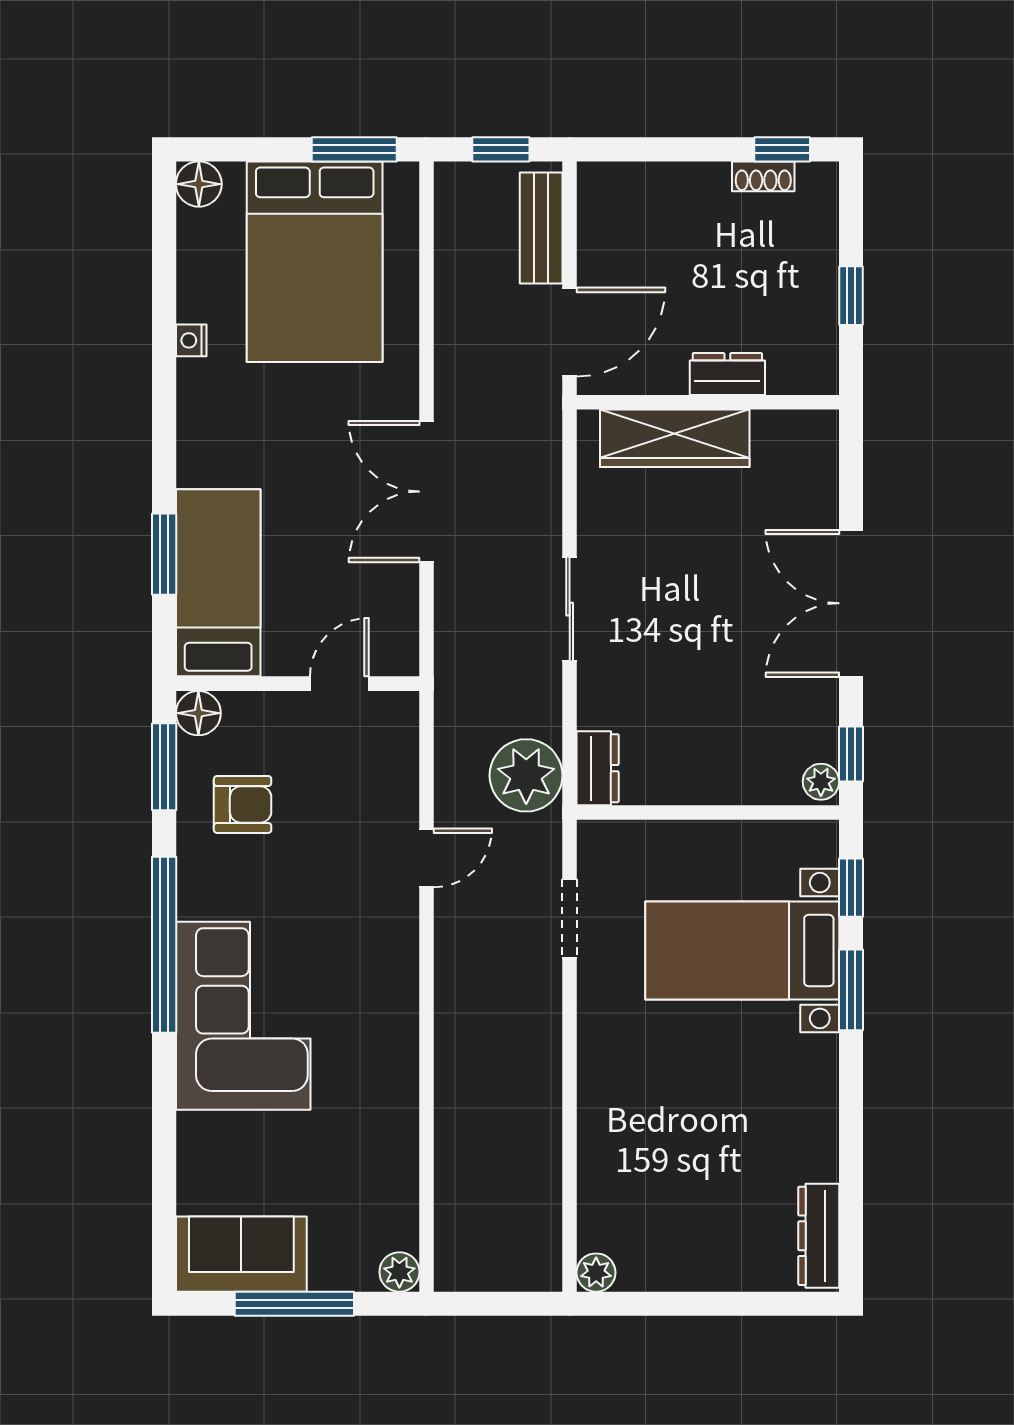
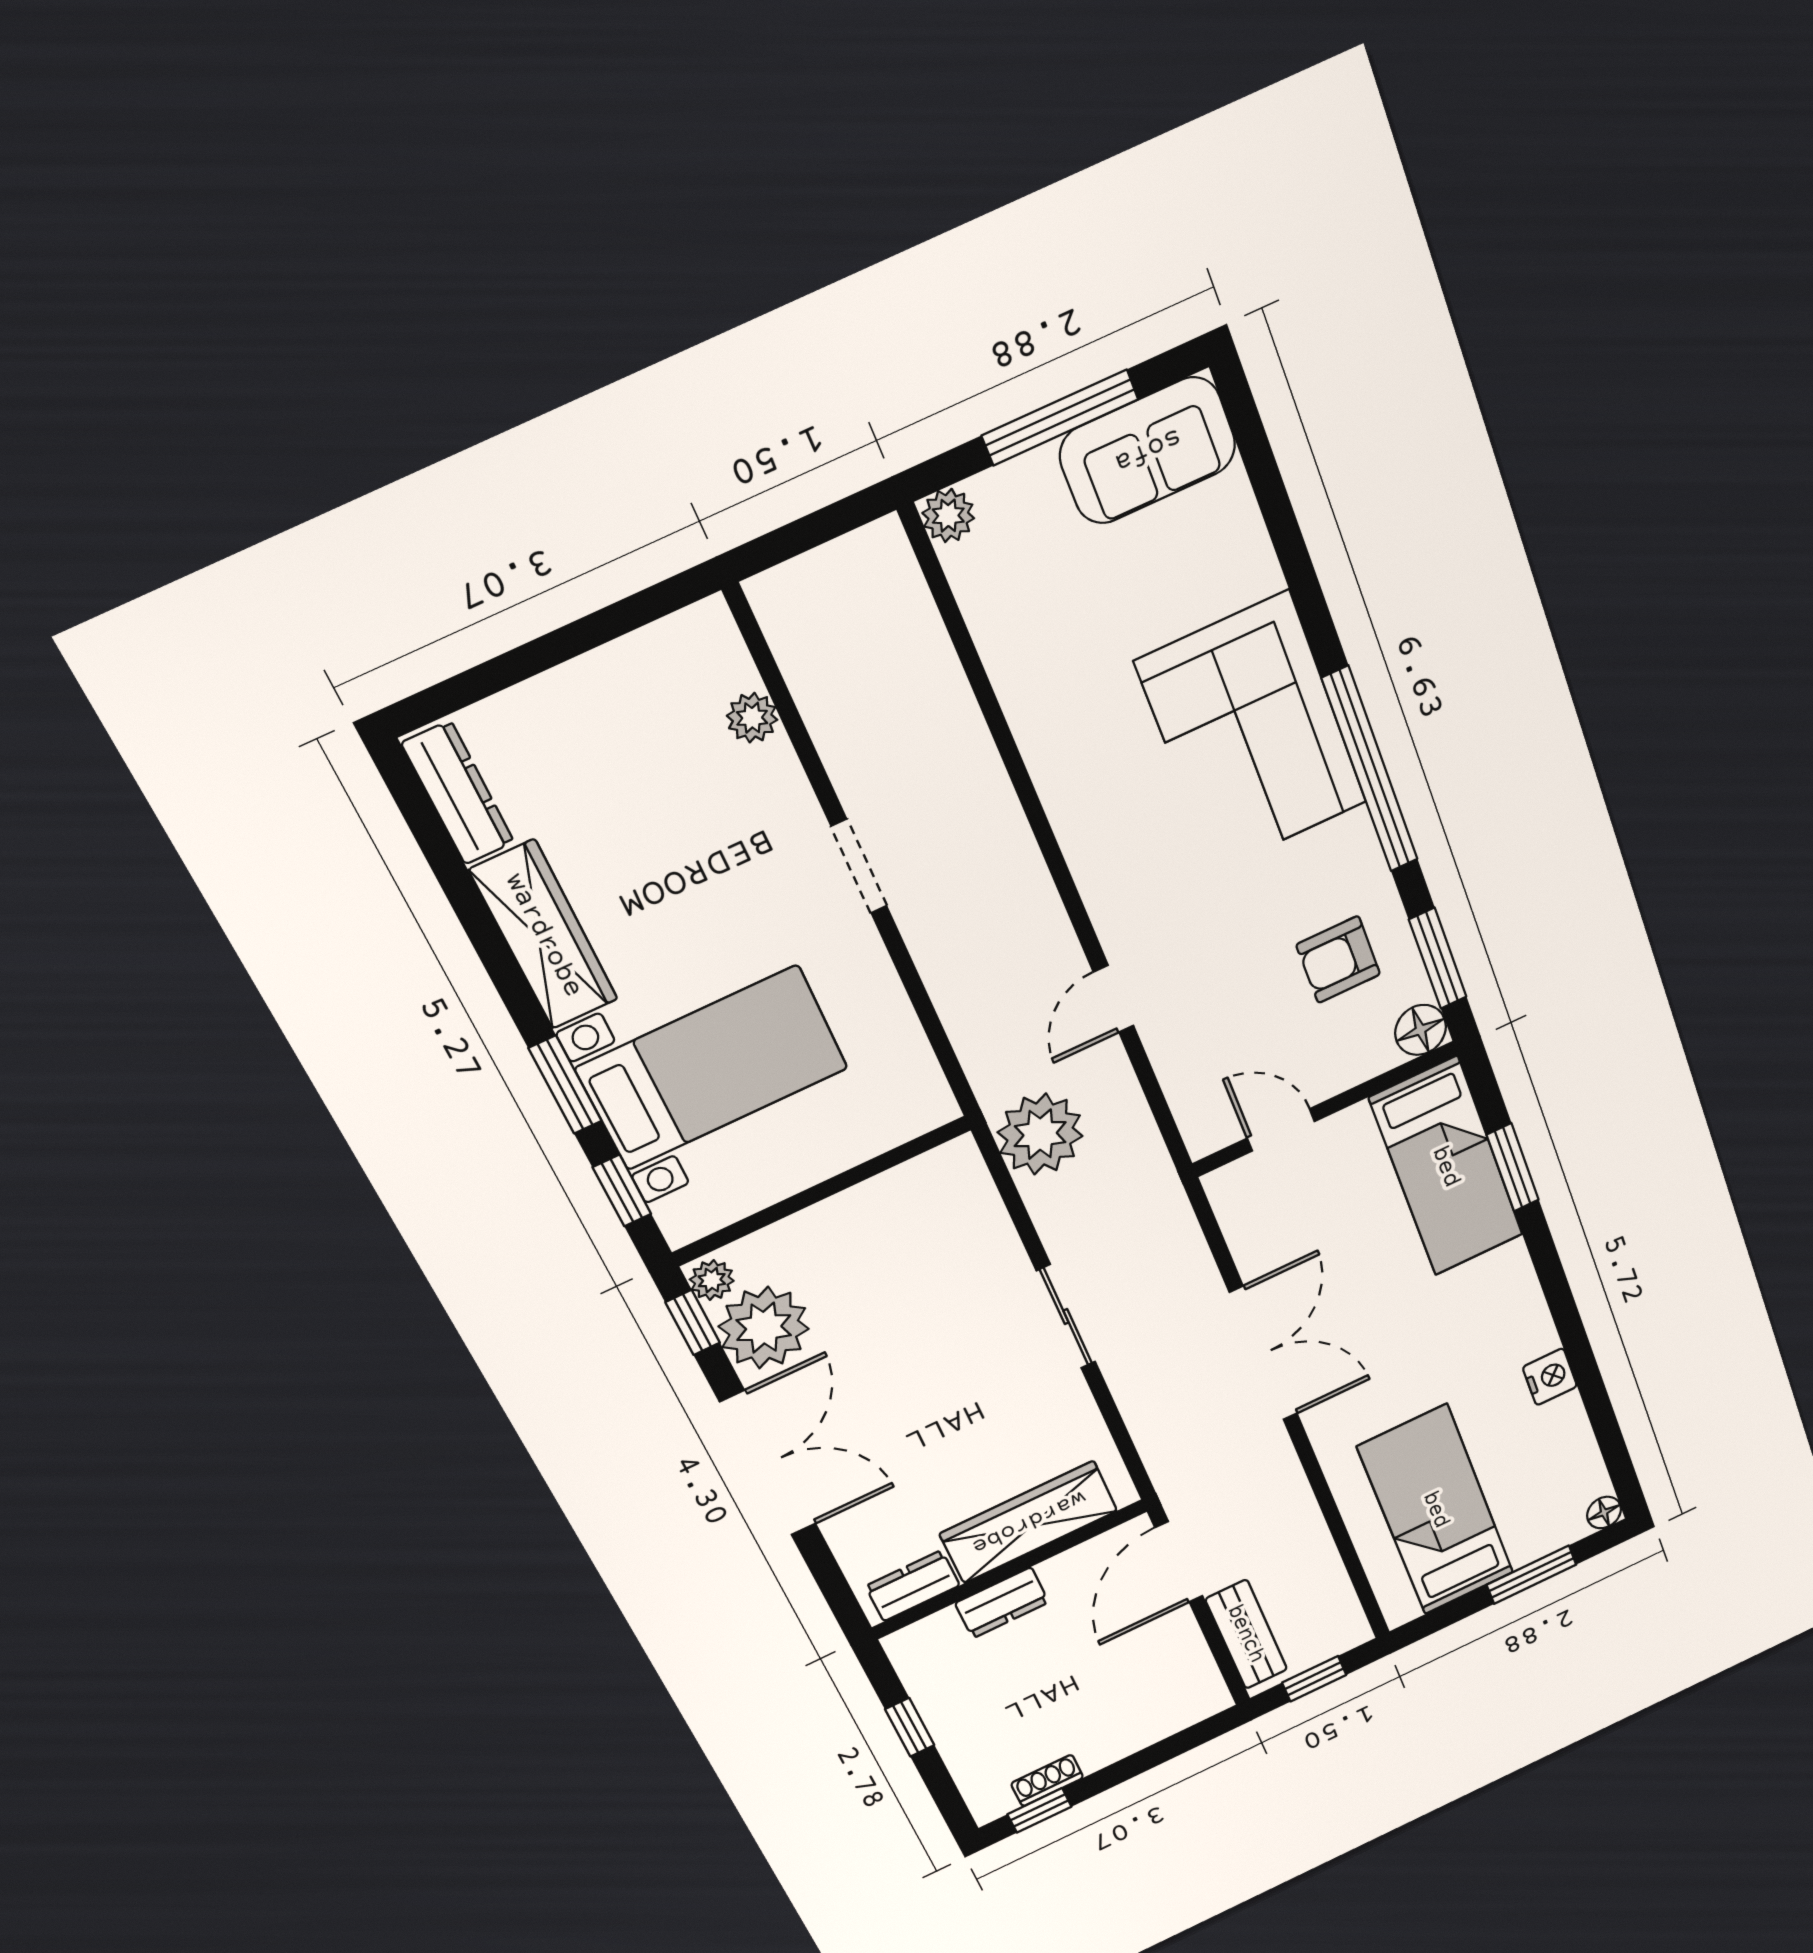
window: (354, 149) -> (1531, 1575), moved
floor lamp: (199, 184) -> (1604, 1512), width x0.73, depth x0.73
bed: (315, 262) -> (1436, 1510), width x0.67
nightstand: (191, 340) -> (1550, 1377), width x1.39, depth x1.35
door: (339, 684) -> (1281, 1130), swing flipped
plant: (801, 722) -> (764, 1328), added
dresser: (598, 768) -> (913, 1586), moved, turned 90
doorway: (570, 919) -> (859, 866), moved
wardrobe: (811, 1108) -> (544, 935), added
plant: (596, 1273) -> (752, 718), moved

